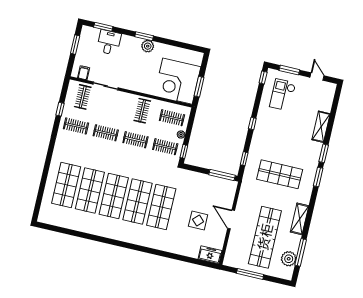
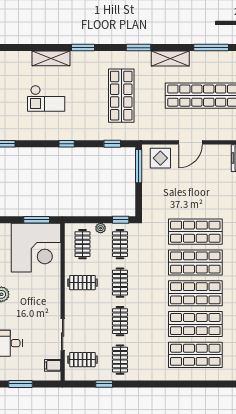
checkout: (283, 95) -> (46, 98), moved
window: (318, 177) -> (138, 48), moved
display table: (198, 221) -> (160, 158), moved
plant: (289, 259) -> (222, 60), removed

